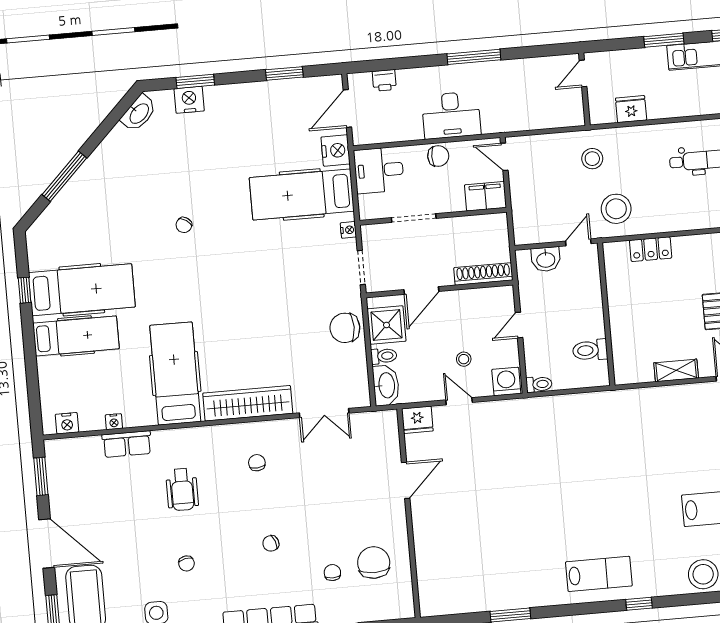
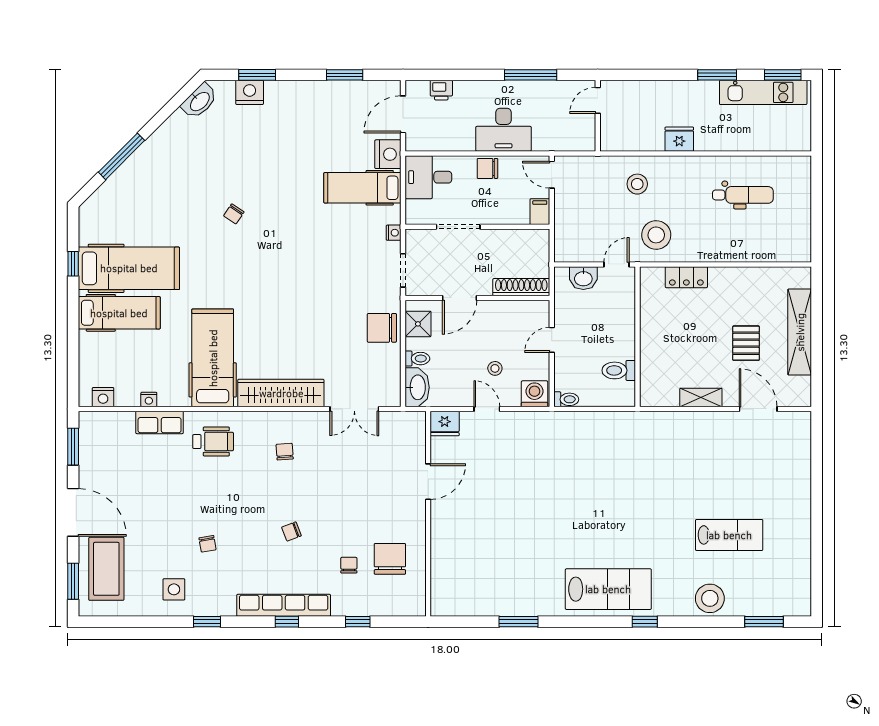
door: (583, 73) -> (598, 100), moved
wall: (584, 89) -> (598, 116), moved
chair: (438, 156) -> (487, 168), turned 180
hospital bed: (302, 194) -> (362, 188), width x0.73, depth x0.78
filing cabinet: (486, 196) -> (540, 212), width x0.50
shower: (386, 325) -> (418, 324), width x0.73, depth x0.73
wheelchair: (182, 489) -> (213, 442), moved, turned -90
lab bench: (599, 574) -> (608, 589), width x1.36, depth x1.39

